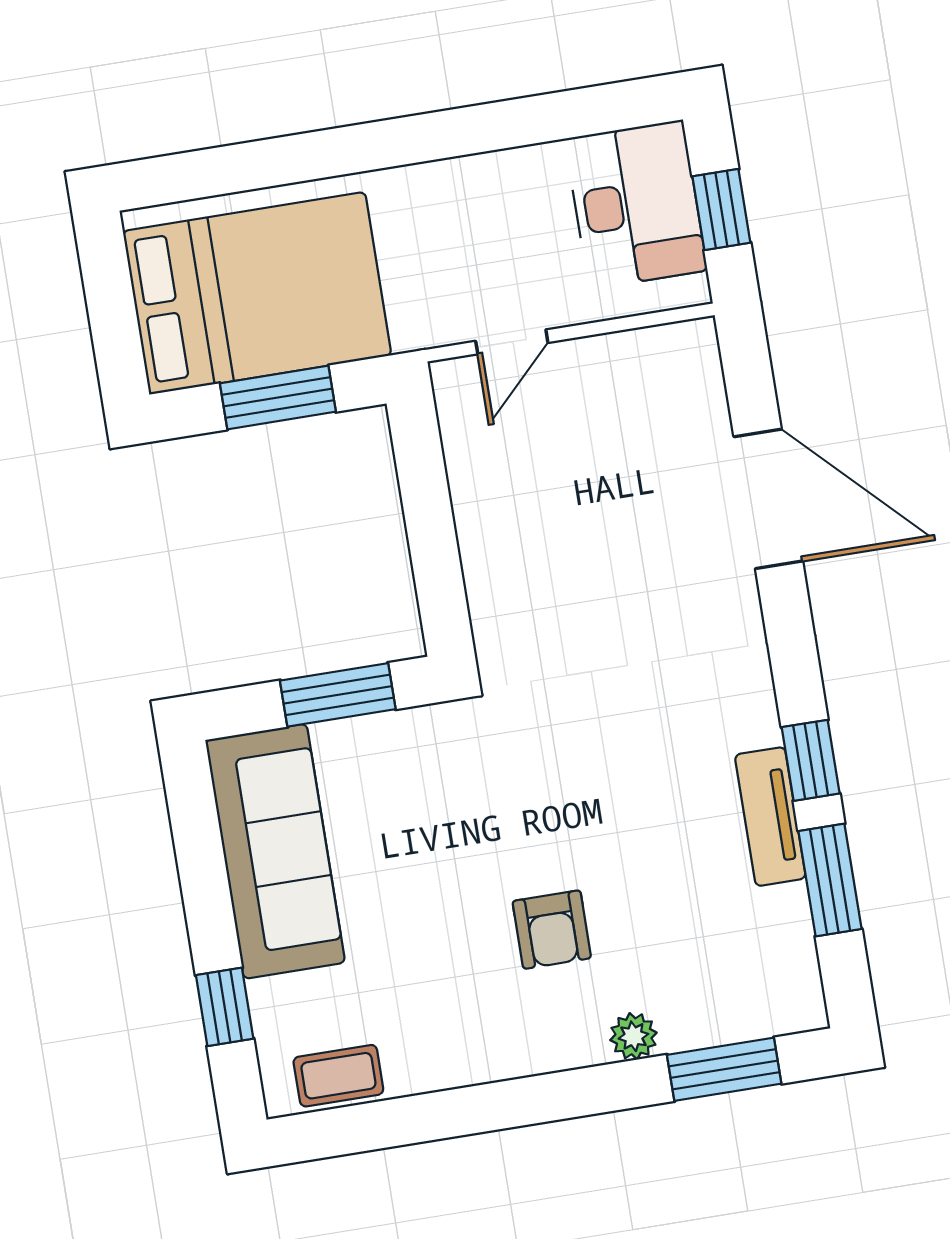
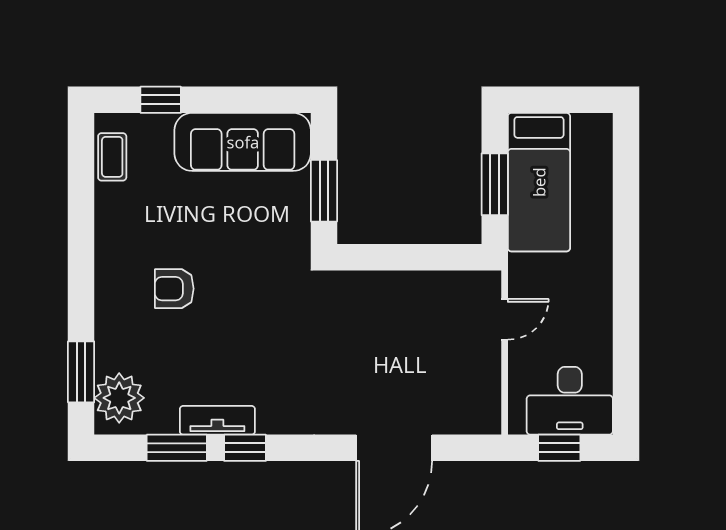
bed: (257, 293) -> (539, 182), width x0.67
door: (512, 342) -> (505, 319), swing flipped
plant: (633, 1036) -> (119, 398), moved, width x1.87, depth x1.87

